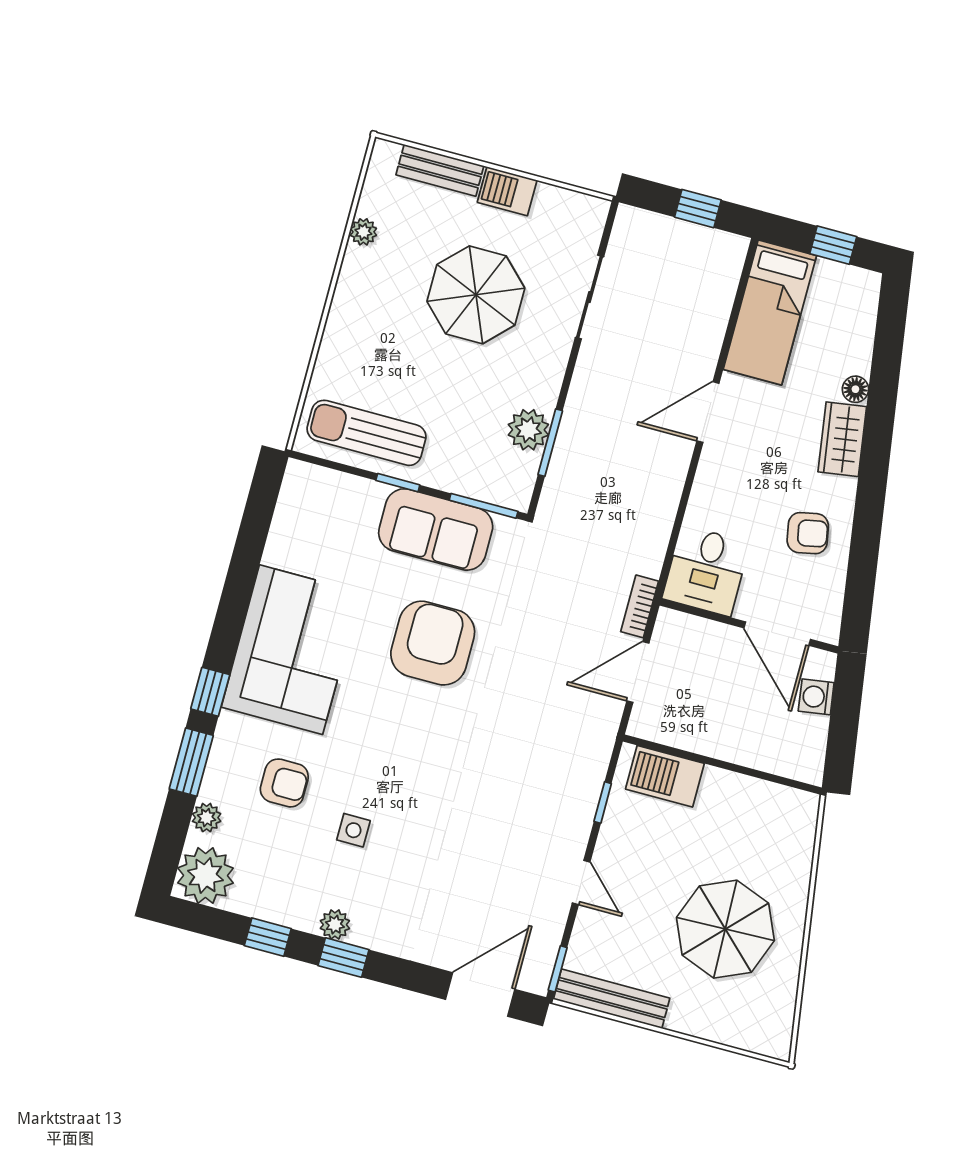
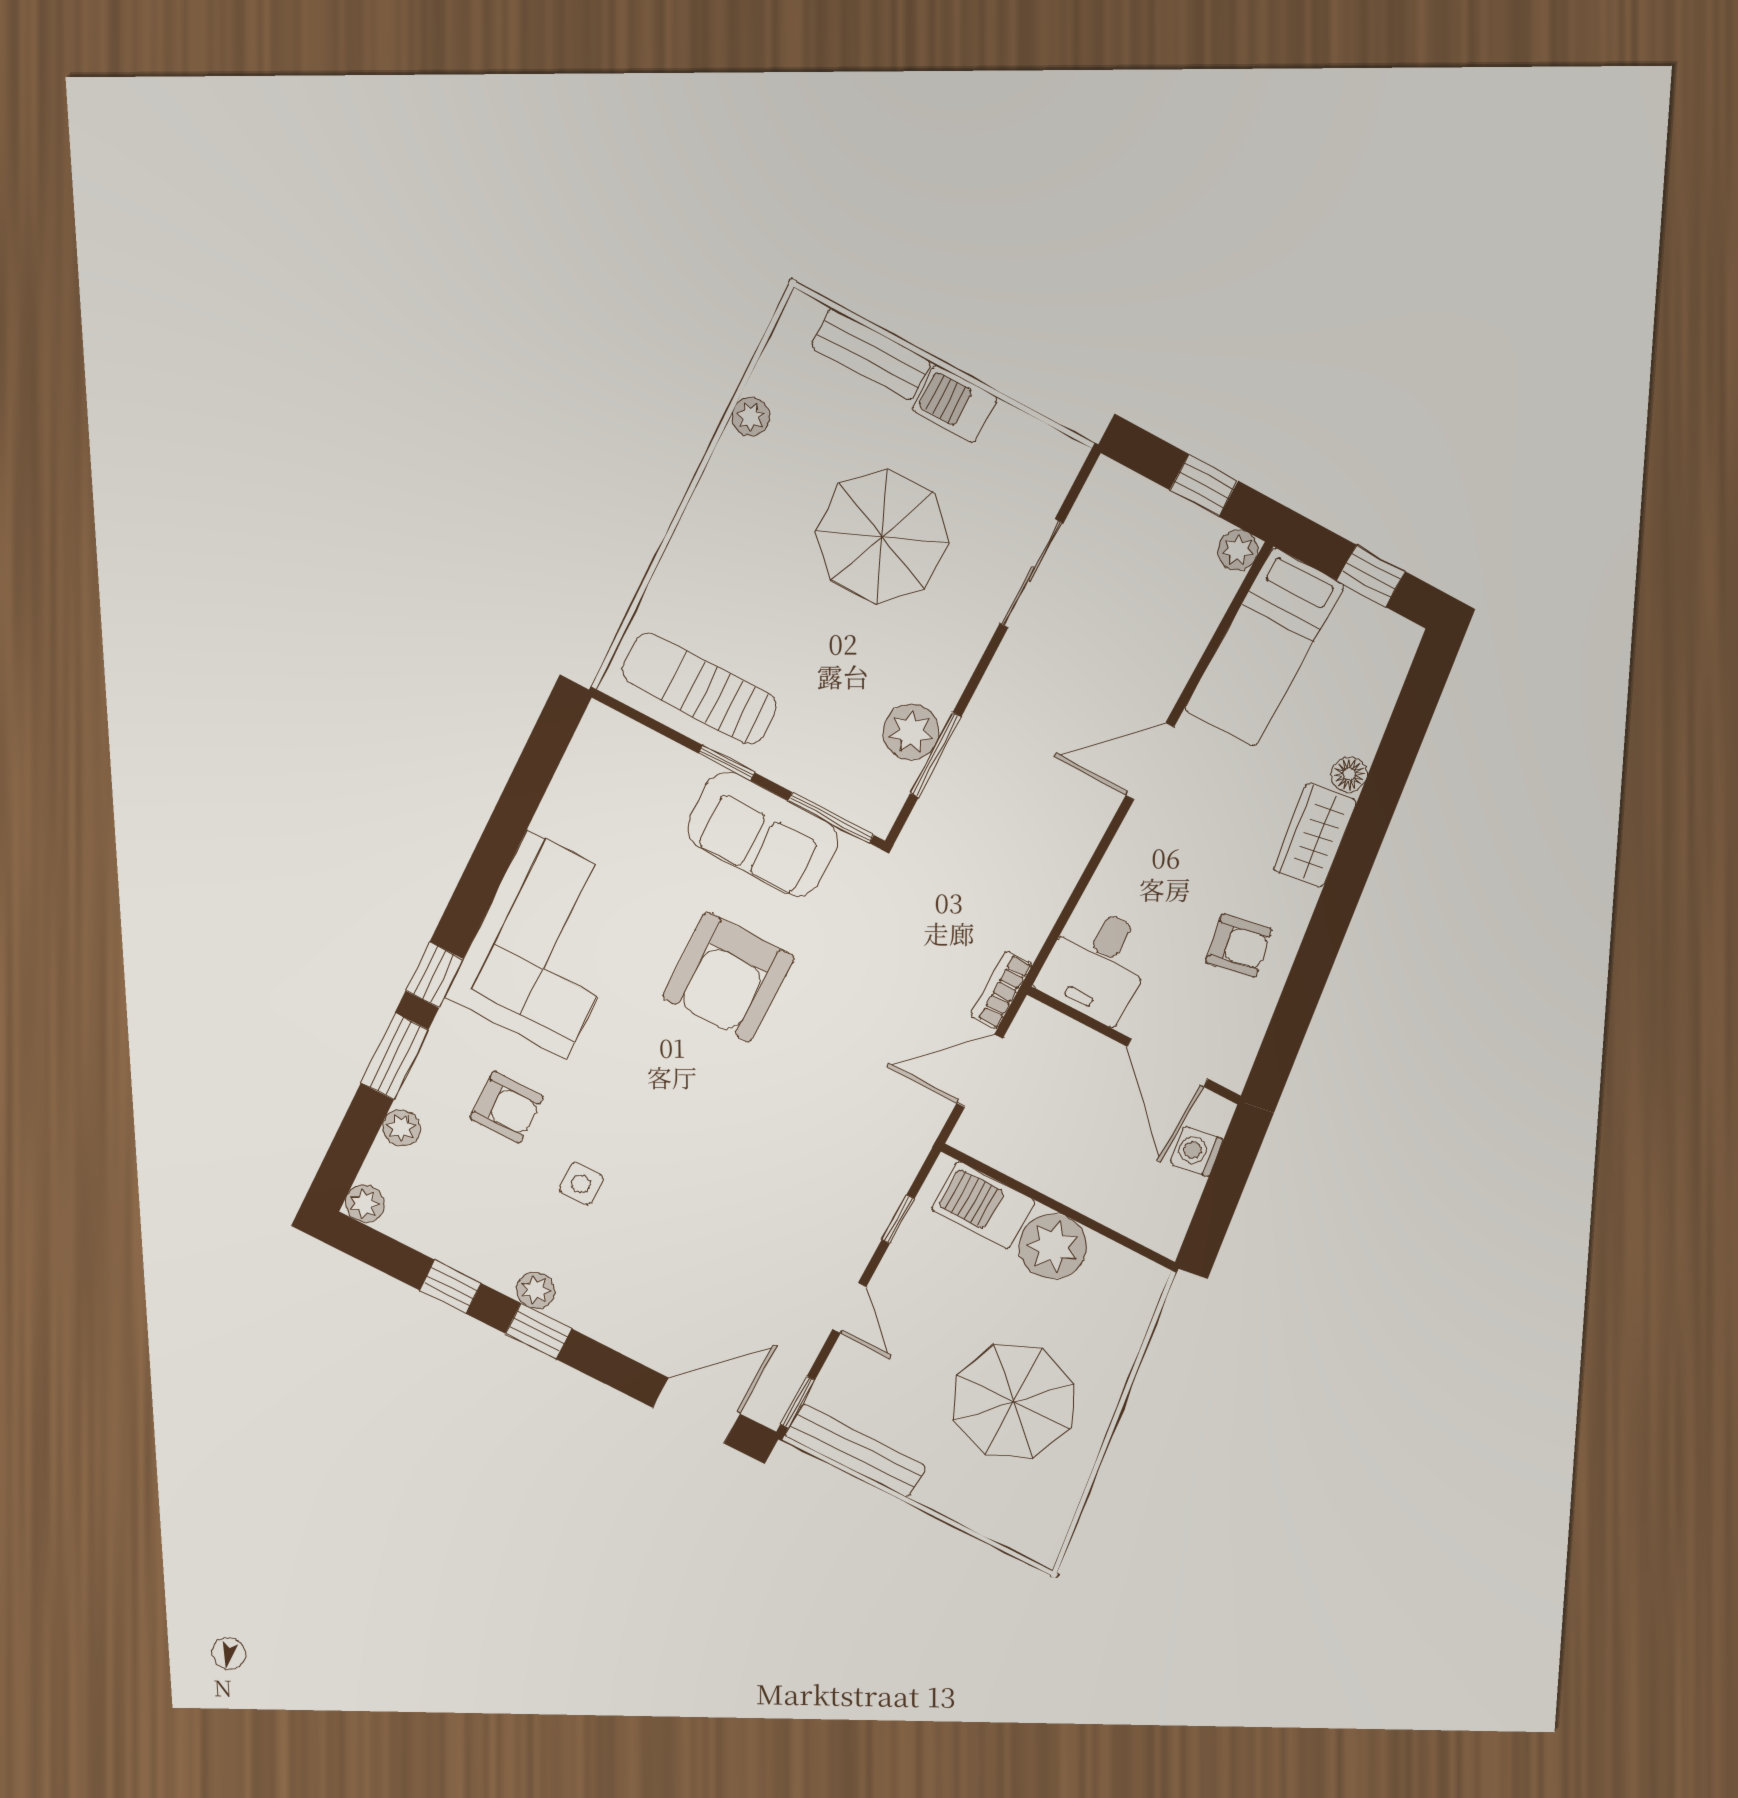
plant: (733, 248) -> (1238, 550), added
armchair: (433, 643) -> (728, 977), turned 180
plant: (726, 797) -> (1053, 1246), added
plant: (205, 875) -> (365, 1204), width x0.53, depth x0.53

